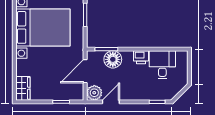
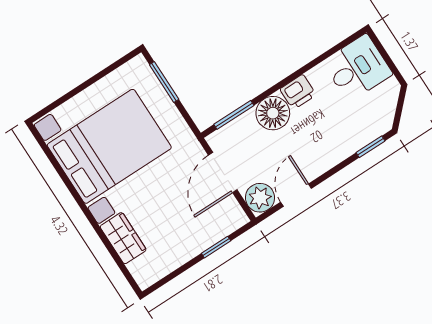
floor lamp: (113, 59) -> (273, 113), moved
desk: (162, 65) -> (358, 68), moved, turned 90
wardrobe: (23, 88) -> (123, 238), moved

